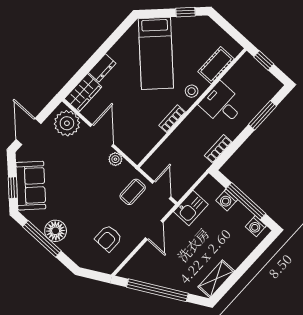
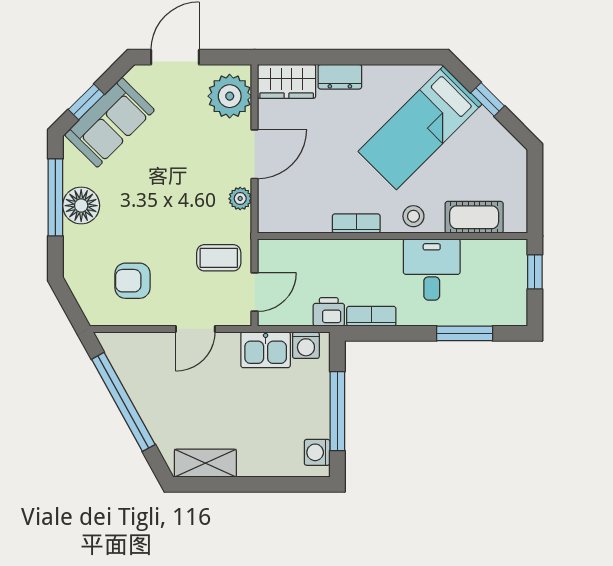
window: (185, 12) -> (488, 99), moved
printer: (200, 166) -> (329, 312), added
washing machine: (227, 200) -> (306, 345), moved, turned -90

